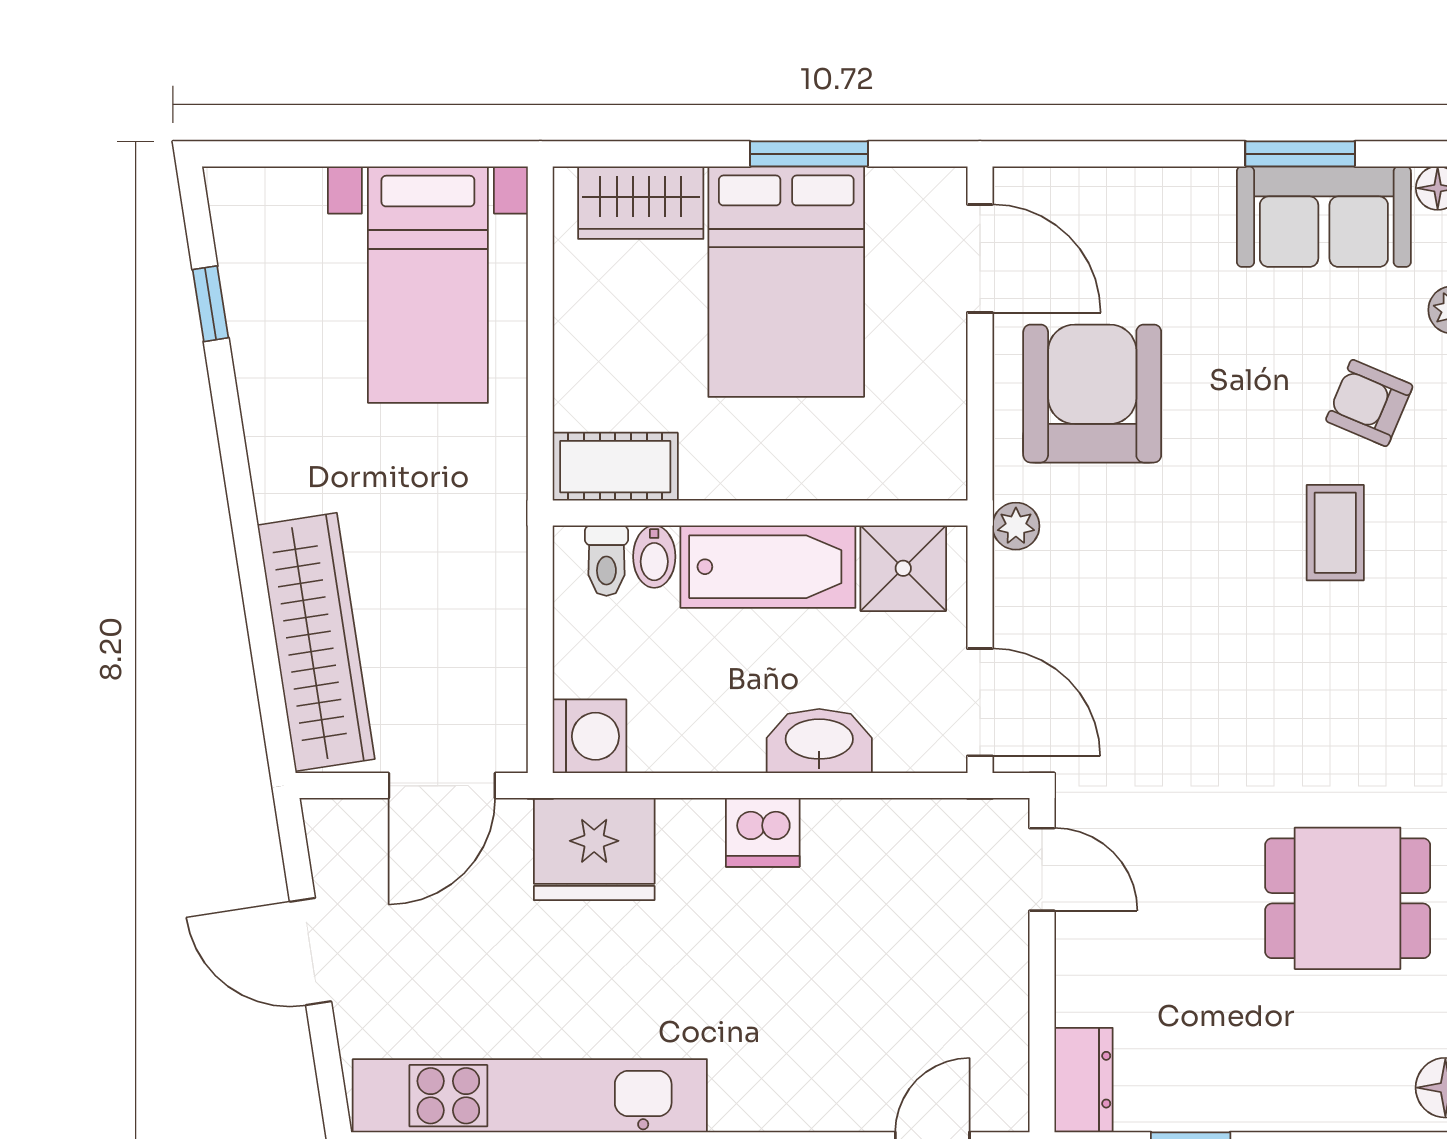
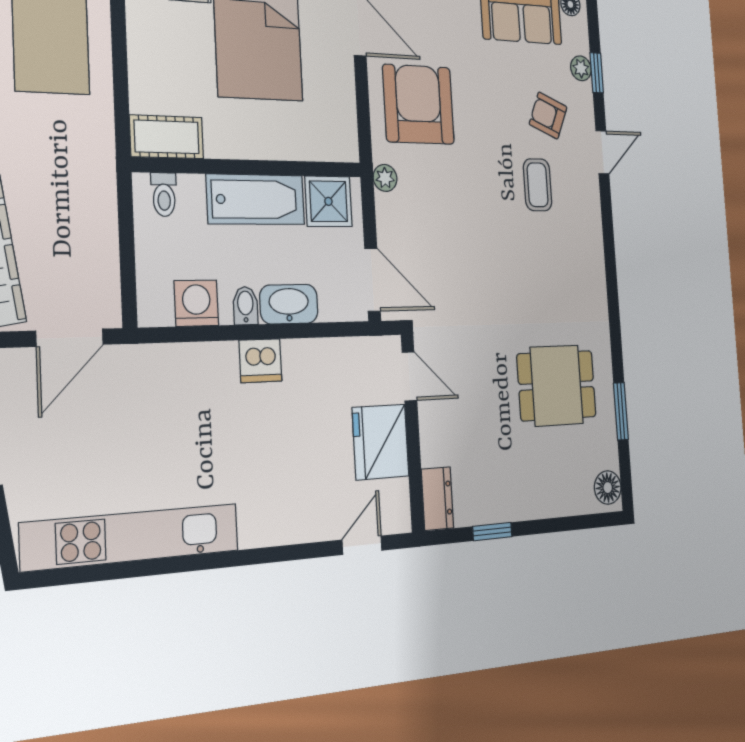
bidet: (654, 557) -> (245, 306), moved, turned 180
washing machine: (590, 736) -> (196, 303), moved, turned -90
fridge: (594, 849) -> (381, 442), moved, turned 90

